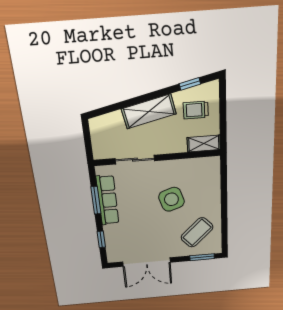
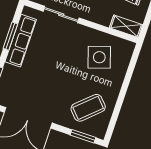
side table: (171, 199) -> (99, 57), moved

